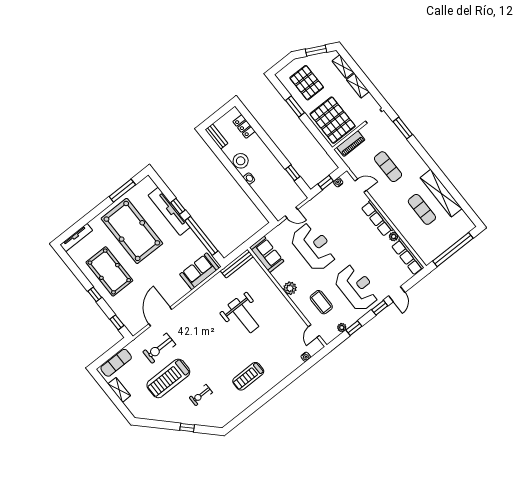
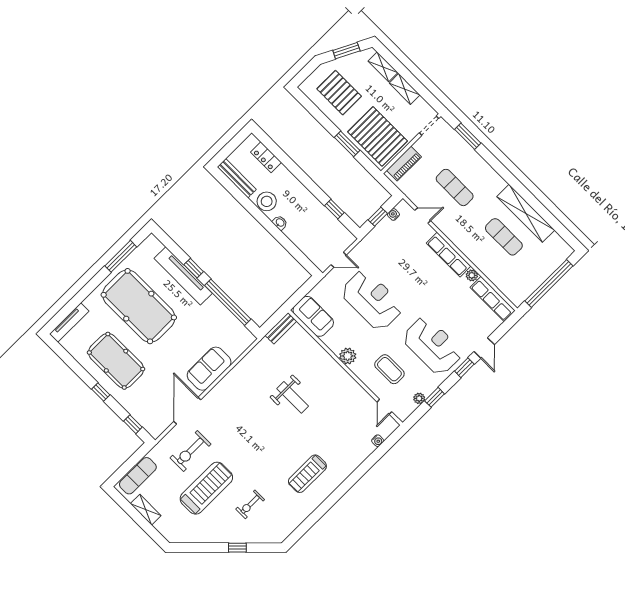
window: (295, 107) -> (347, 144), moved
bench: (216, 137) -> (237, 178), width x1.36
bench: (237, 264) -> (281, 328), width x0.73
sofa: (199, 271) -> (209, 369), moved
weight bench: (243, 316) -> (293, 397), width x0.73, depth x0.75
treadmill: (168, 378) -> (206, 488), turned 180

